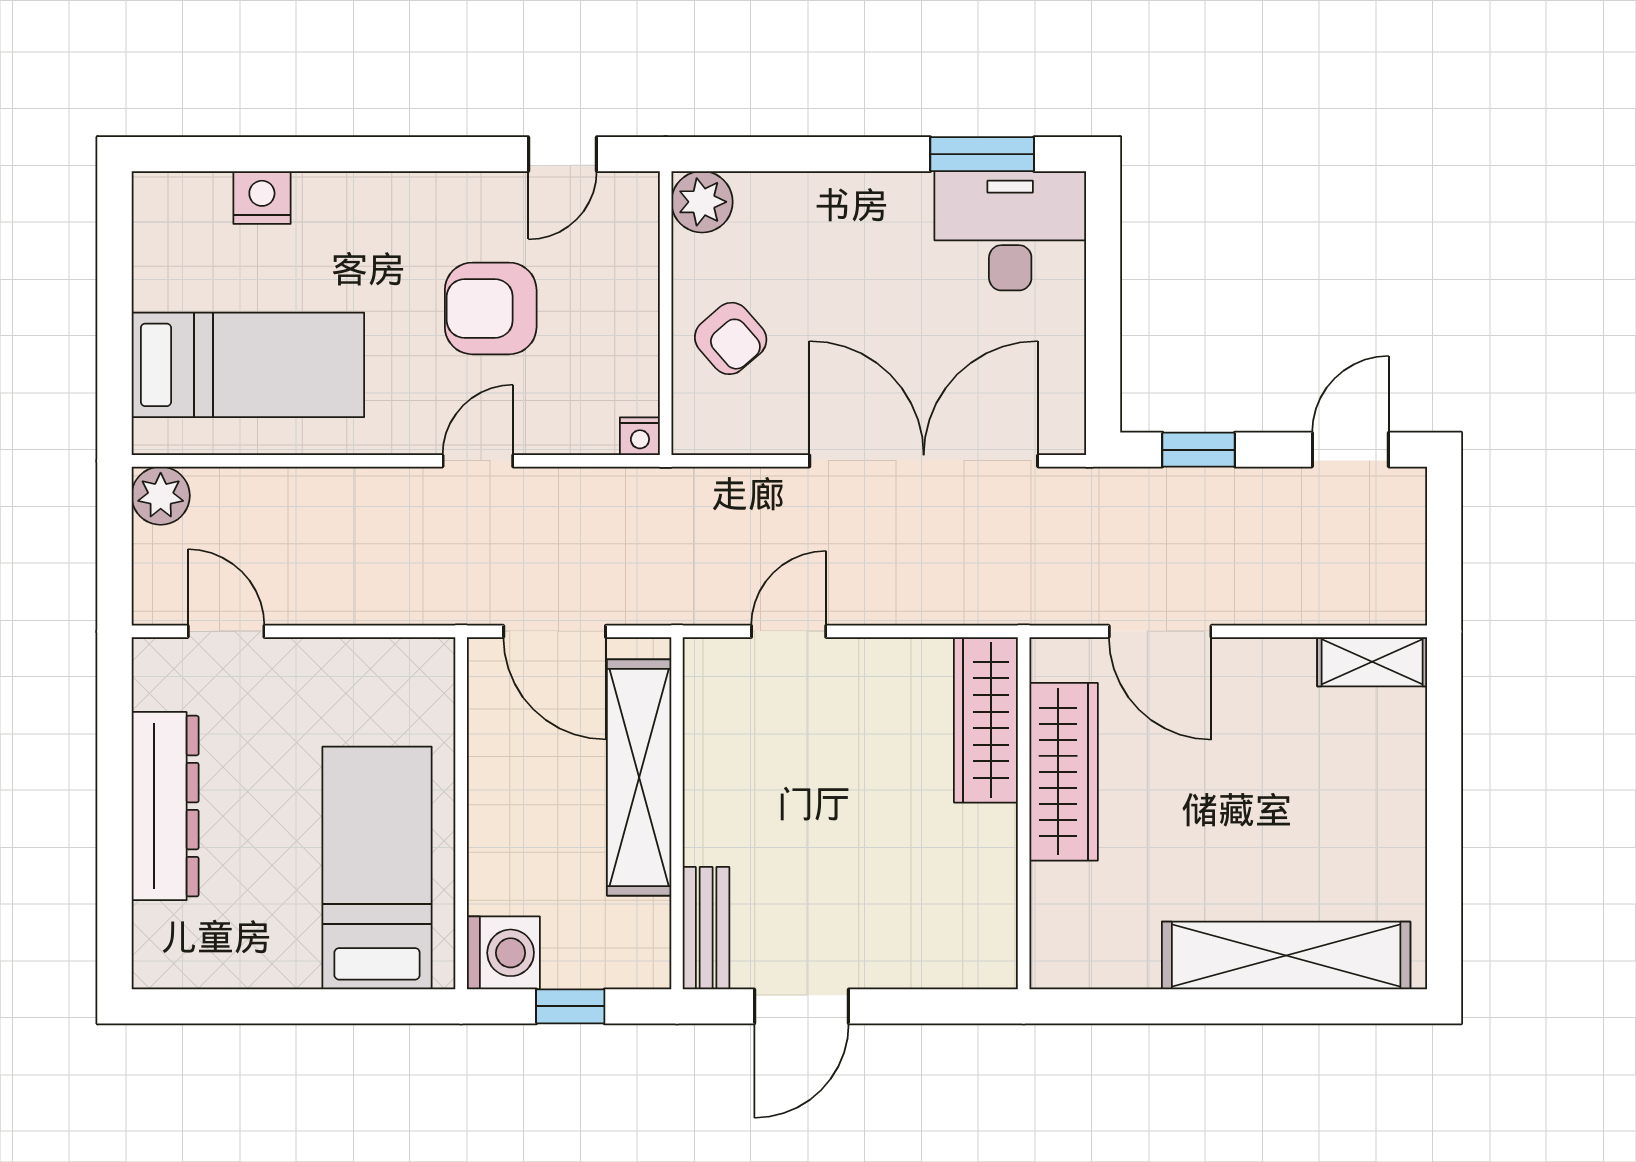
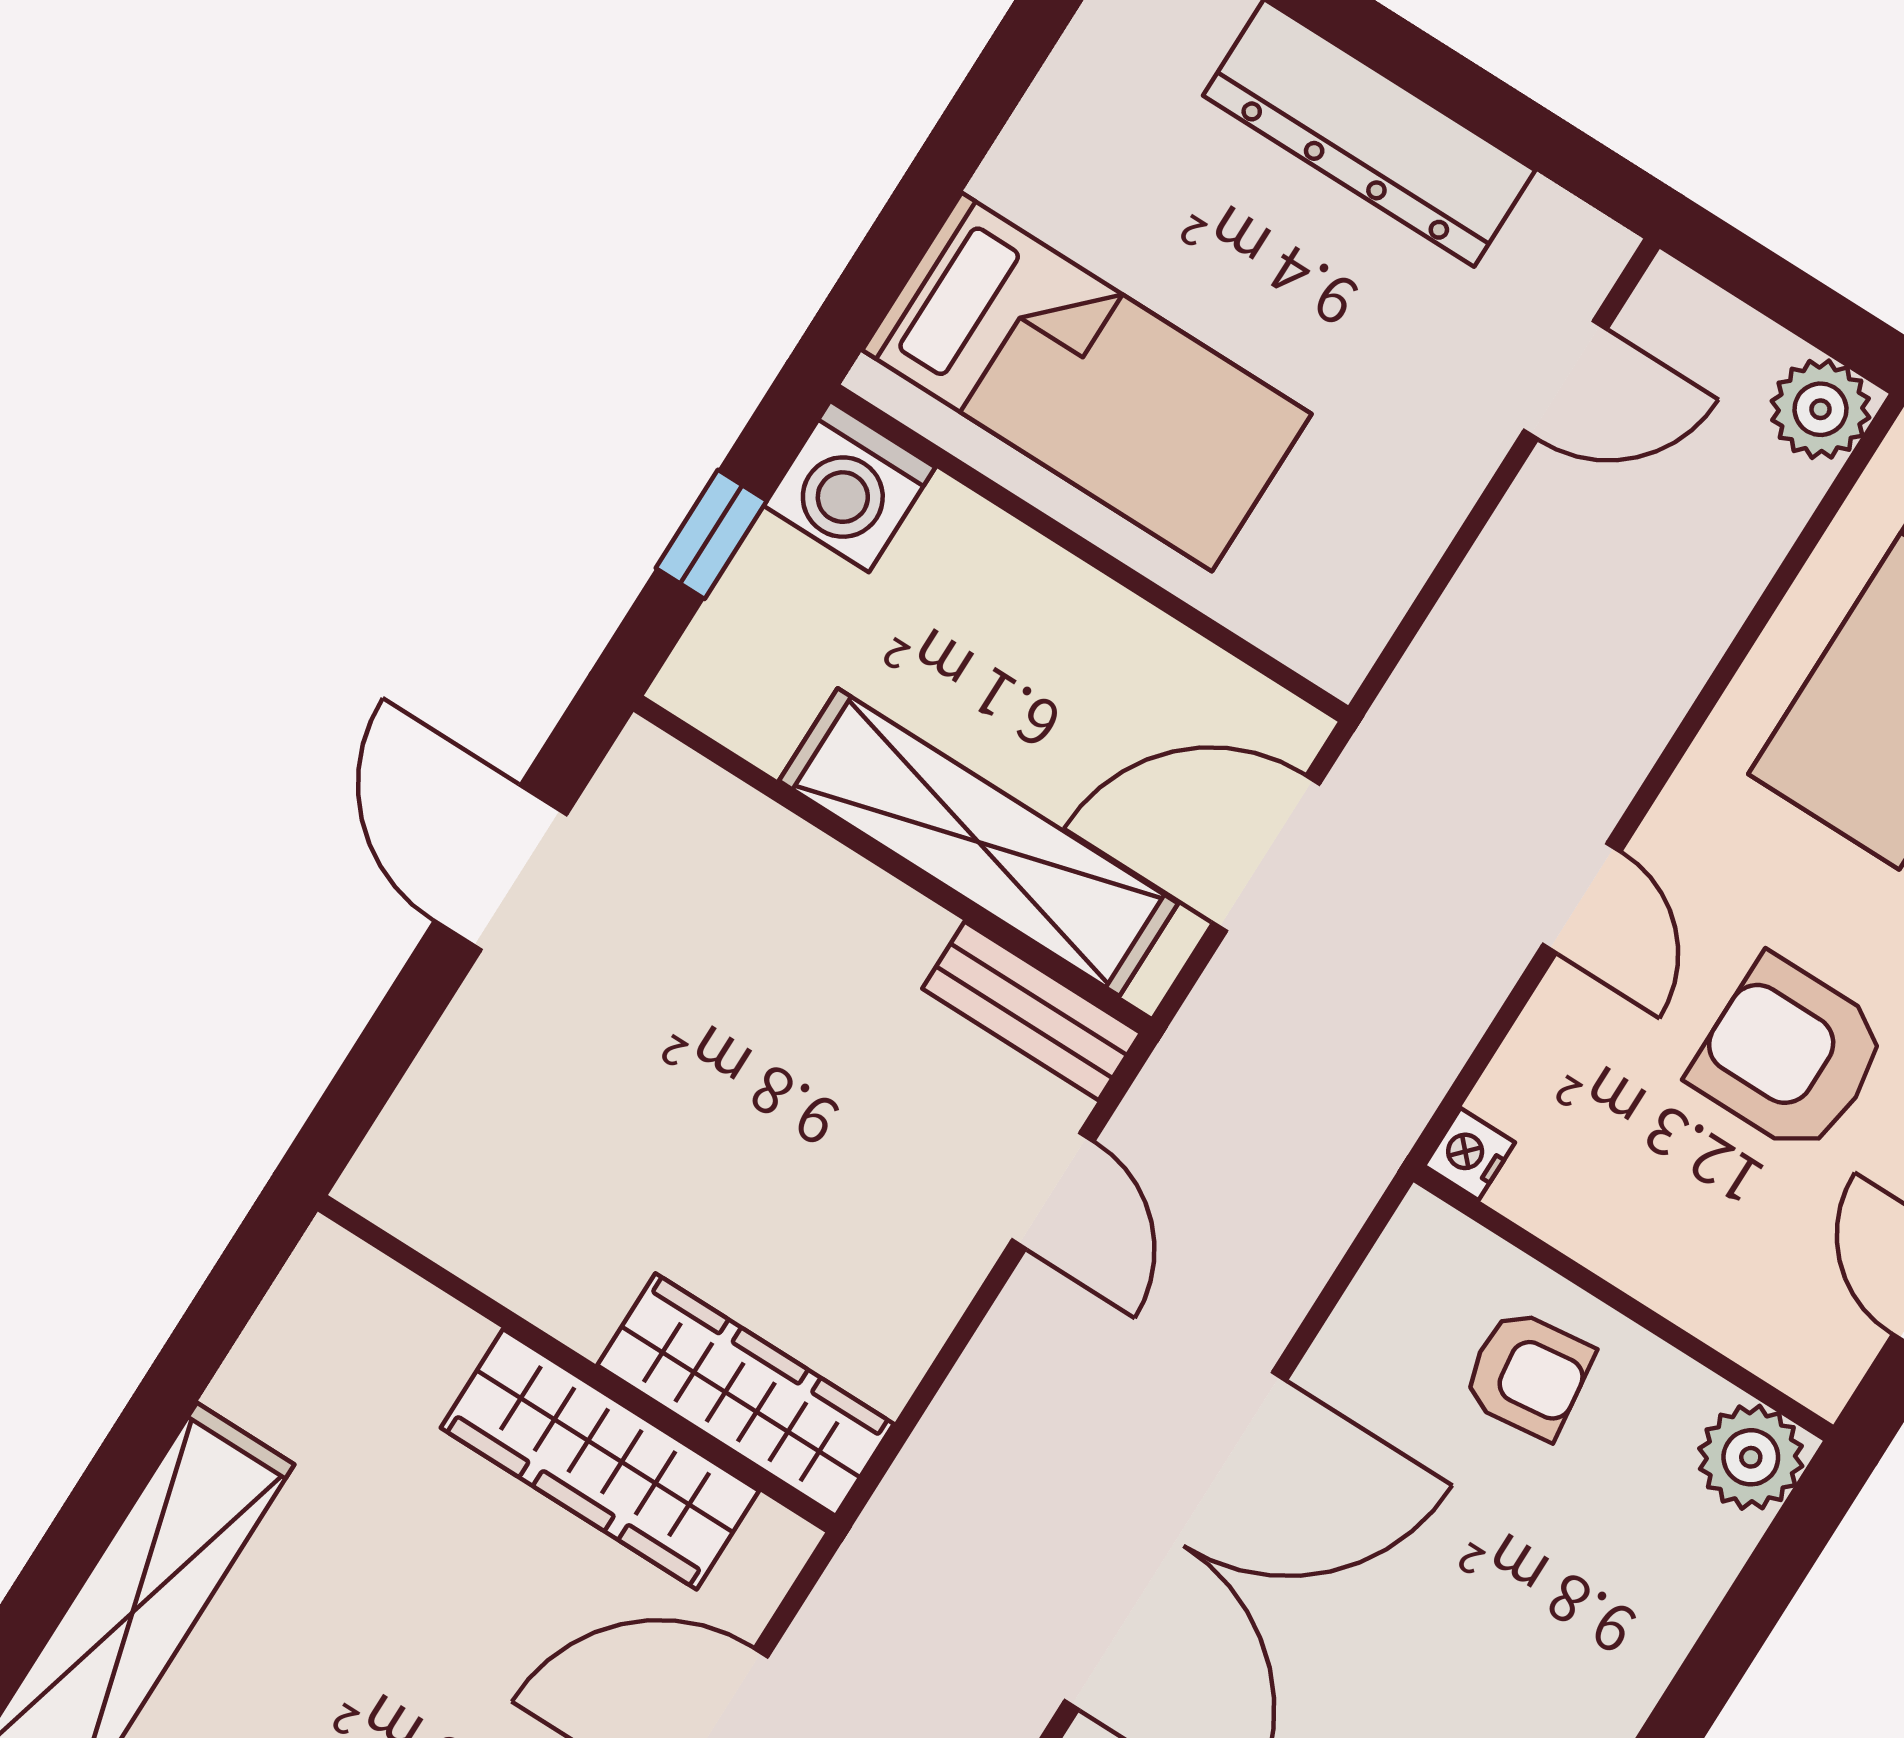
armchair: (491, 308) -> (1790, 1056), turned -90
armchair: (731, 338) -> (1528, 1374), turned -146
bench: (706, 928) -> (1032, 1011), moved

